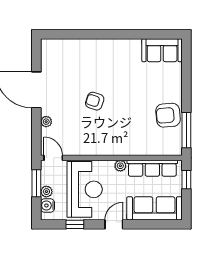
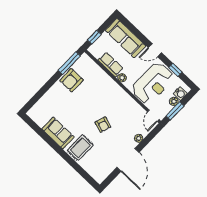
sofa: (162, 50) -> (58, 133), moved
rug: (95, 57) -> (80, 148), added
armchair: (168, 115) -> (71, 80), turned 95
row of seats: (152, 168) -> (111, 64), width x0.68
reception desk: (85, 189) -> (153, 83), turned 180

